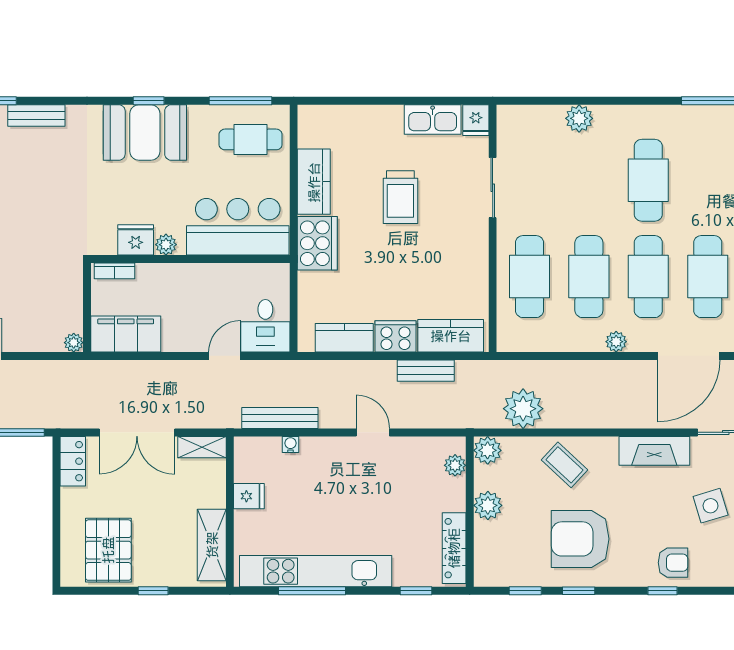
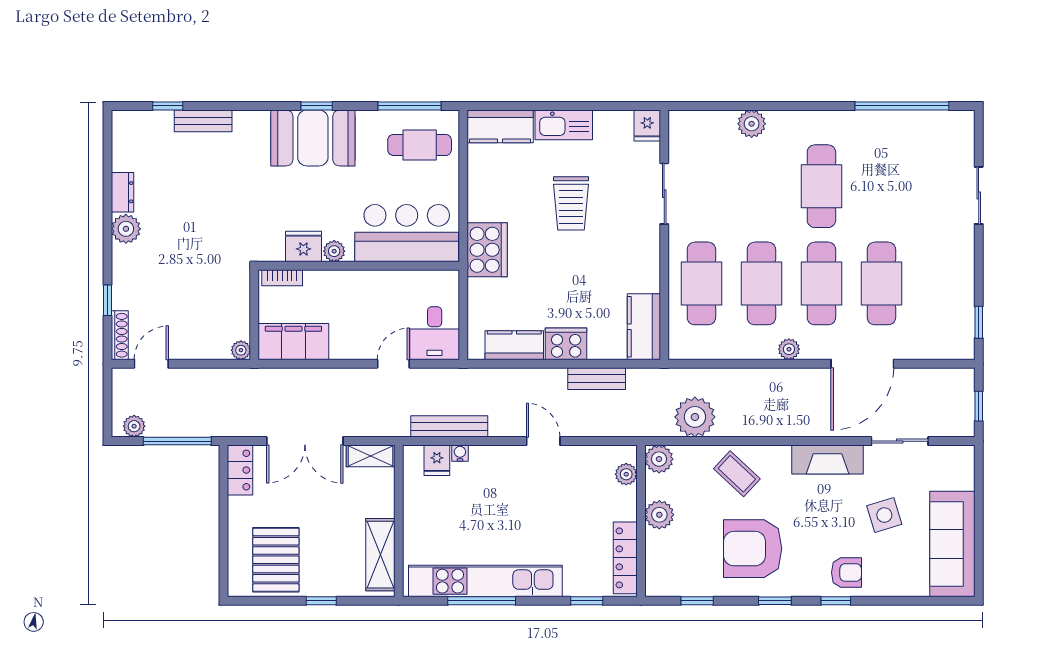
kitchen sink: (433, 120) -> (564, 125), moved
kitchen counter: (314, 182) -> (500, 126), moved, turned 90
kitchen counter: (451, 336) -> (644, 327), moved, turned -90
fridge: (249, 496) -> (437, 460), moved, turned 90
window: (579, 591) -> (775, 601), moved

